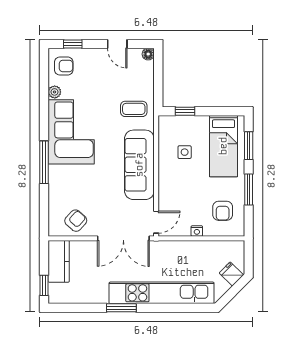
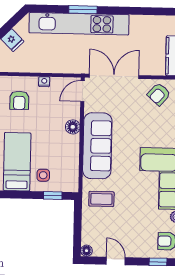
side table: (185, 152) -> (43, 175), moved
floor lamp: (166, 184) -> (73, 127), added
armchair: (223, 211) -> (19, 100), turned 180
window: (121, 308) -> (83, 10), moved

